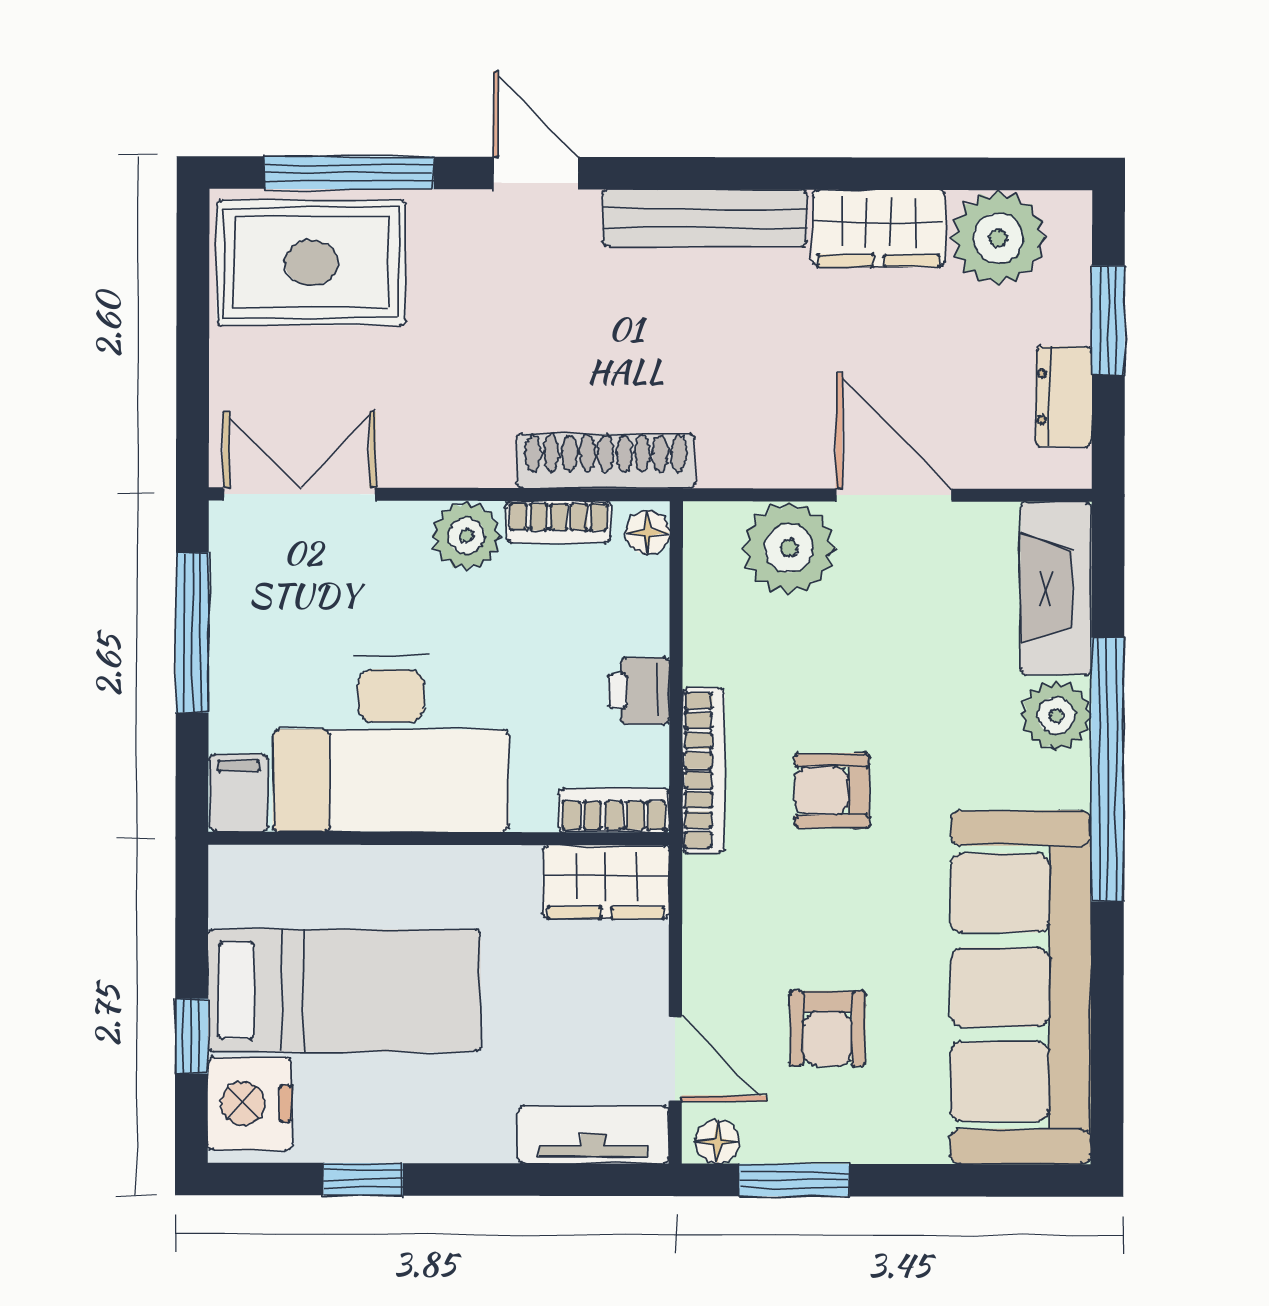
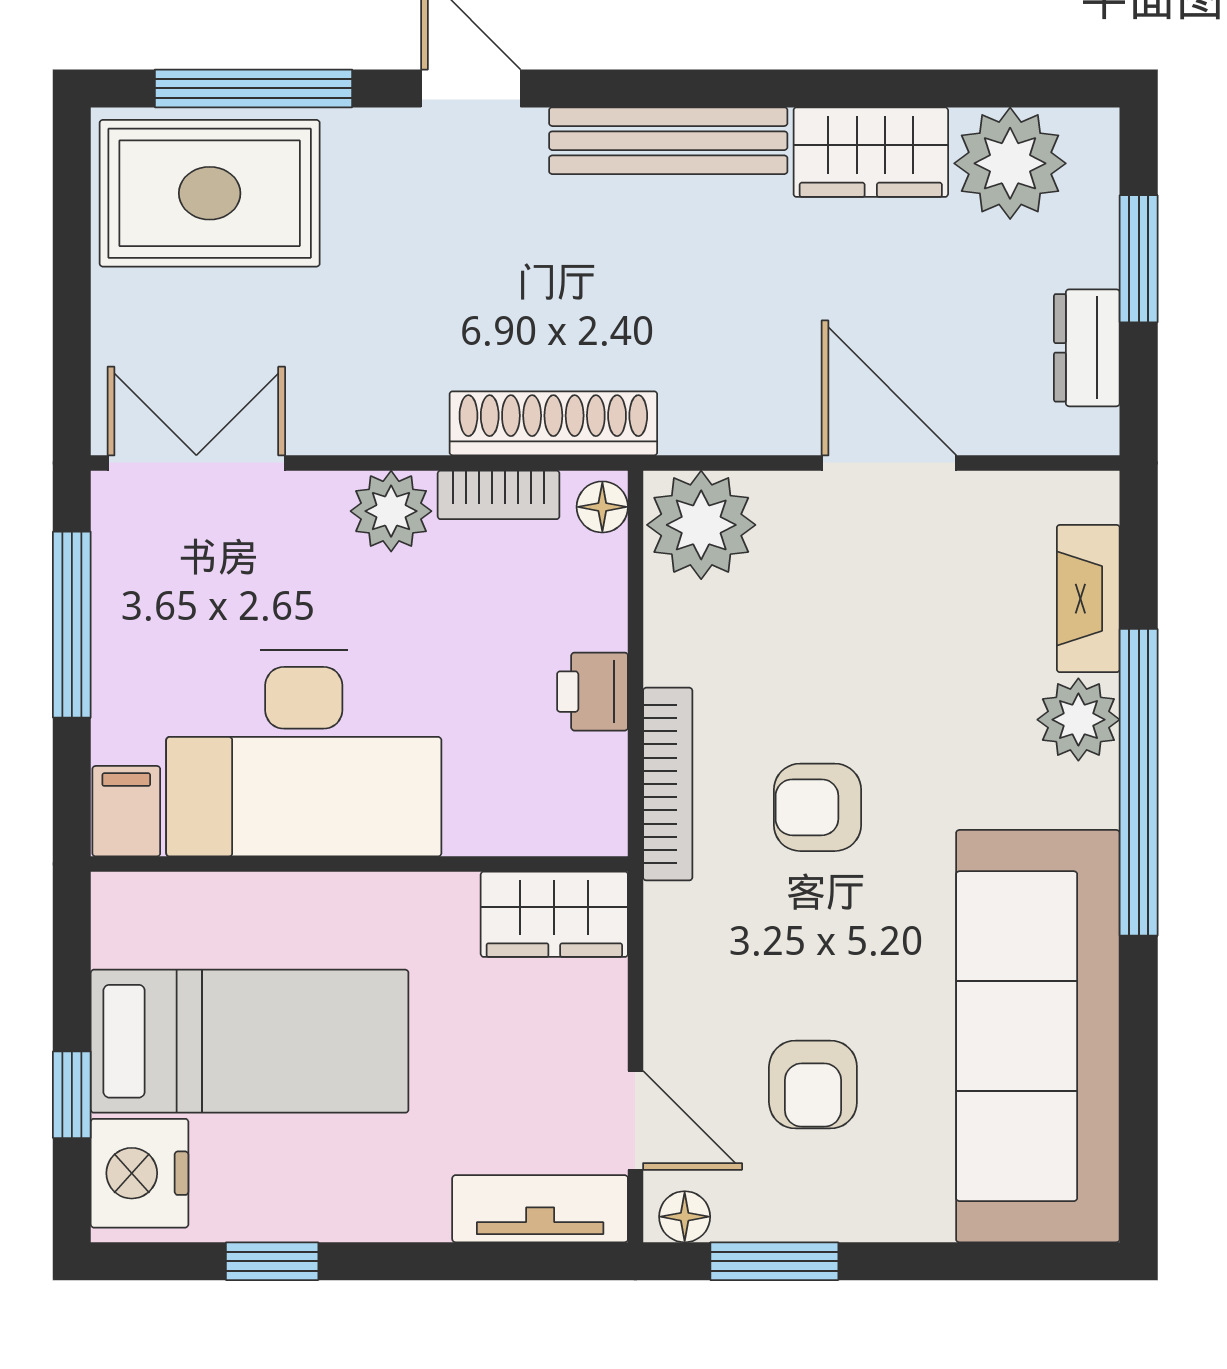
plant: (789, 548) -> (701, 525), moved
fireplace: (1056, 588) -> (1088, 599), width x0.73, depth x0.76
bookcase: (614, 810) -> (563, 831), removed

